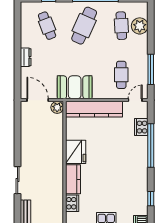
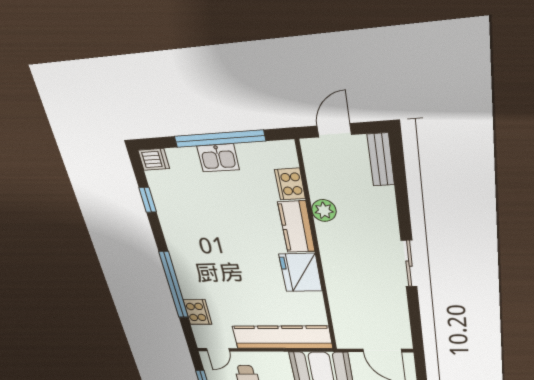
plant: (57, 107) -> (324, 210), moved
sliding door: (18, 180) -> (409, 264), moved

